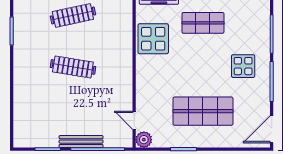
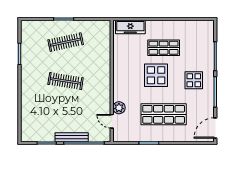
display table: (153, 39) -> (156, 75), moved
plant: (144, 140) -> (119, 108), moved

